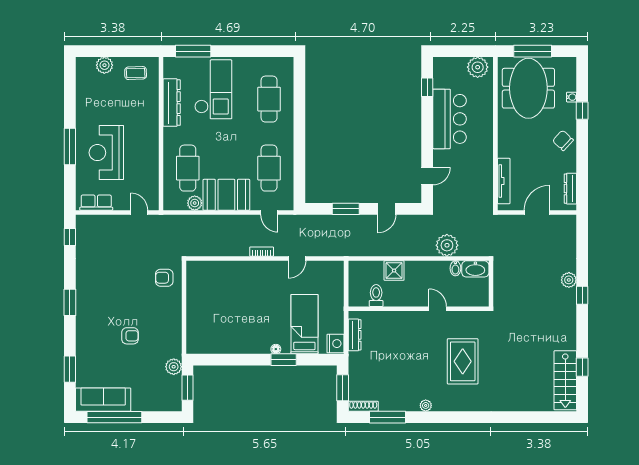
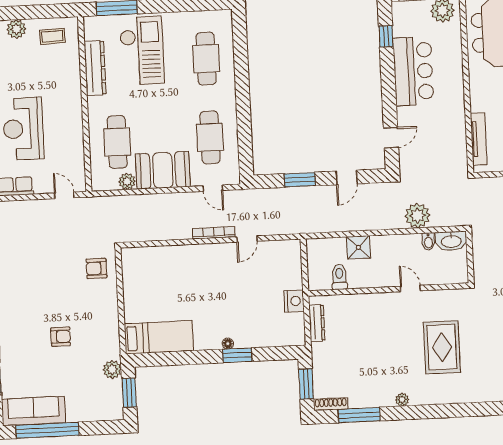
bookcase: (262, 252) -> (214, 233), width x1.56
bed: (304, 324) -> (159, 337), moved, turned 90
nightstand: (336, 344) -> (294, 301), moved

